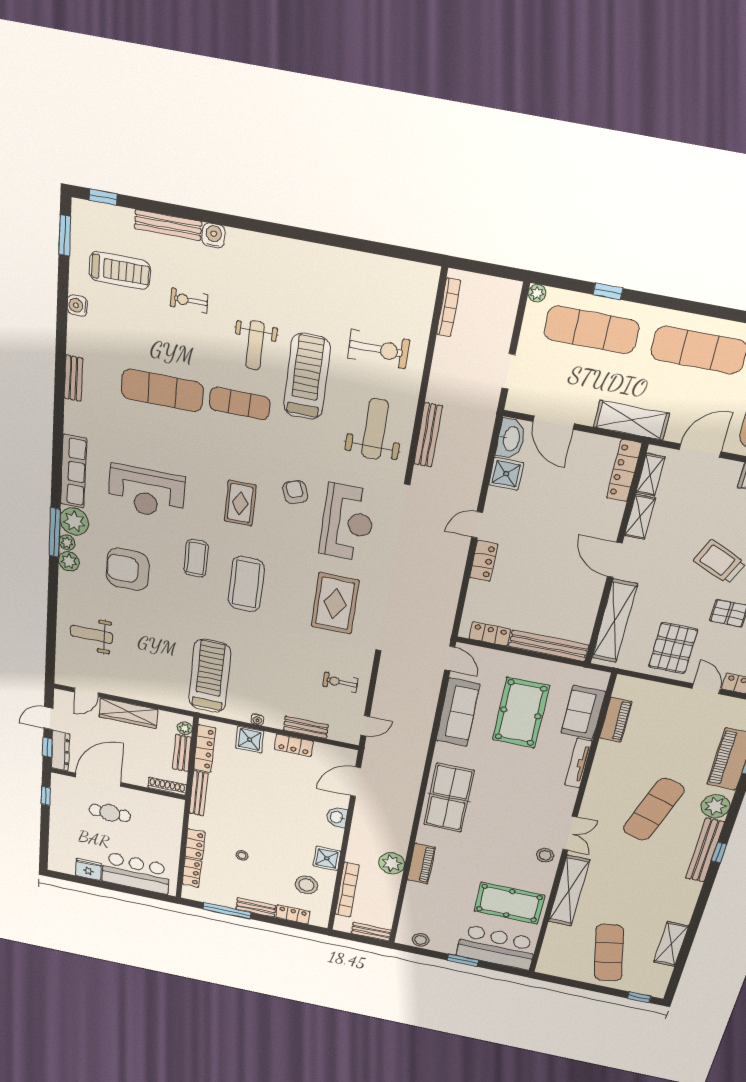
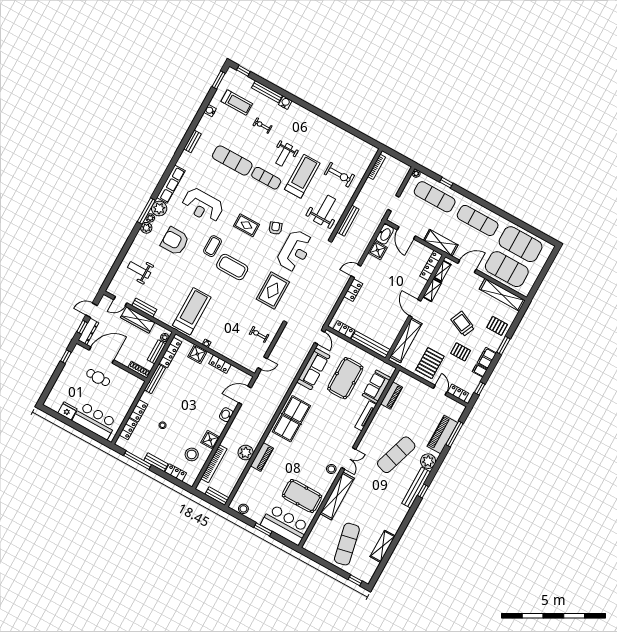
rug: (240, 503) -> (246, 225), turned 90
coffee table: (246, 584) -> (232, 267), turned 90
bench: (306, 727) -> (144, 308), moved

